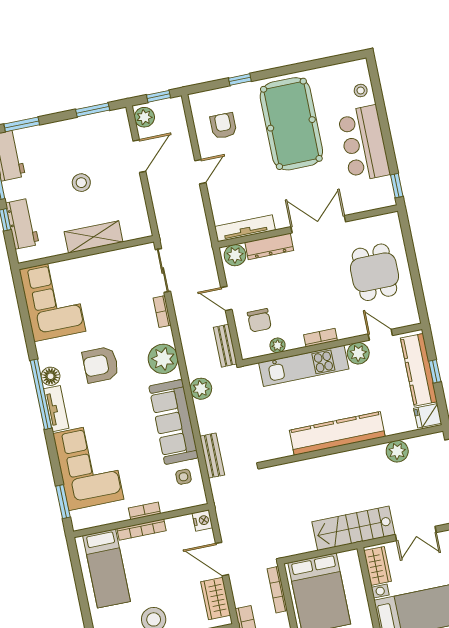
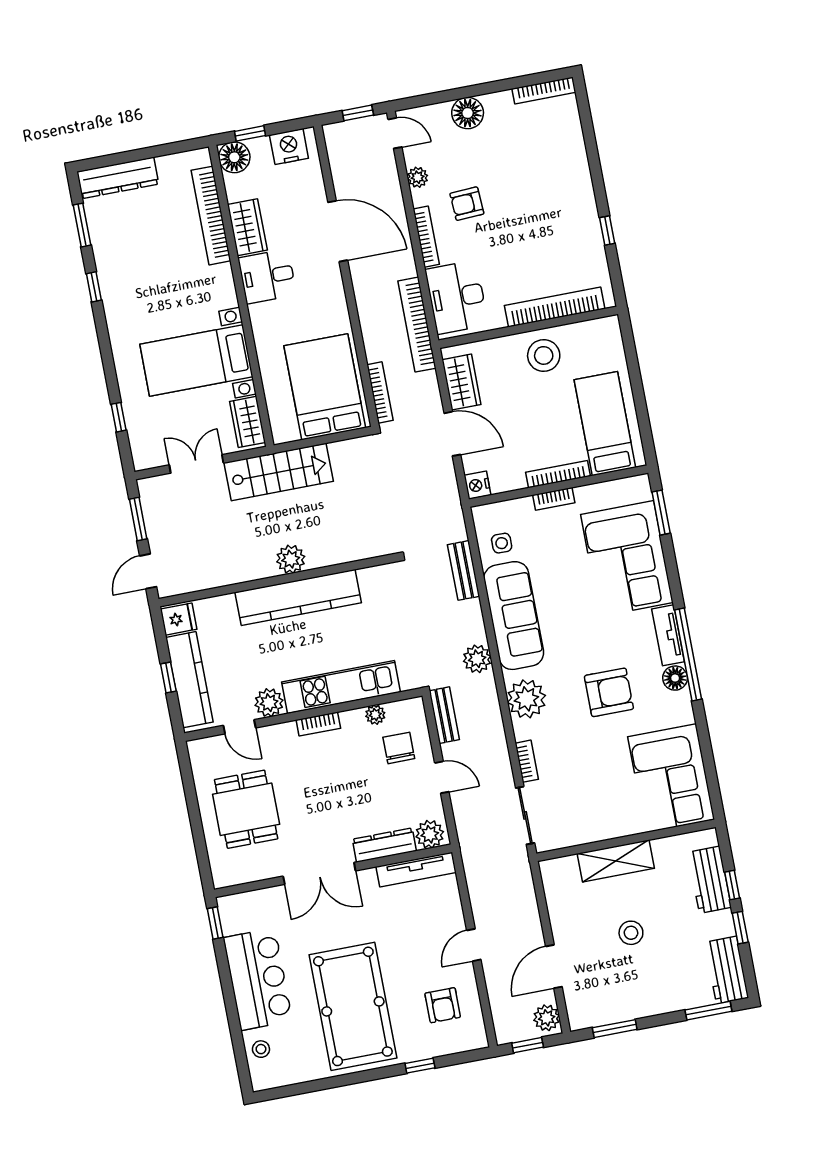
plant: (397, 451) -> (291, 559), moved

